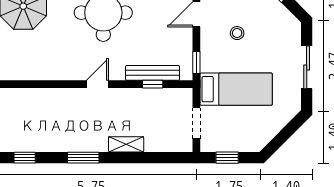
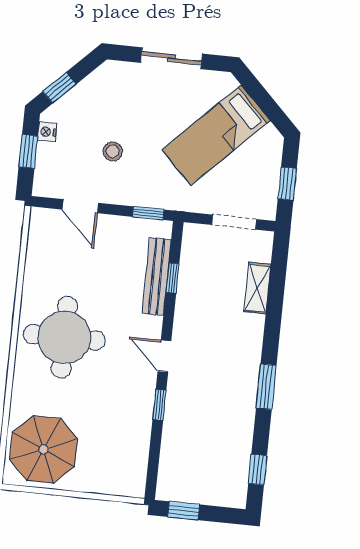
window: (63, 84) -> (159, 405), added
bed: (236, 89) -> (216, 135), moved, turned -135
shelving: (126, 144) -> (257, 288), moved

